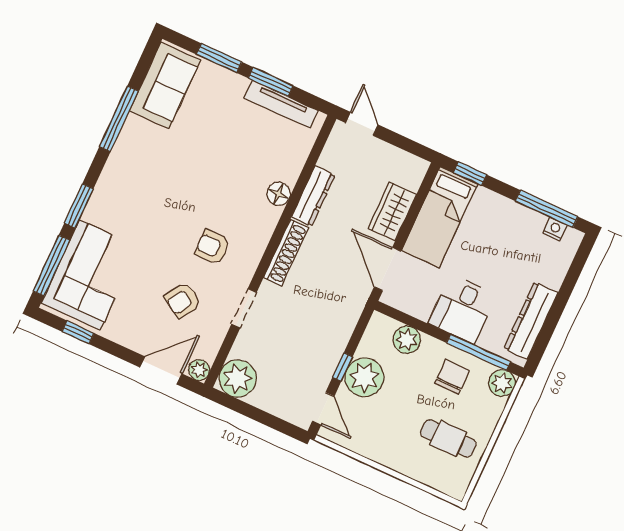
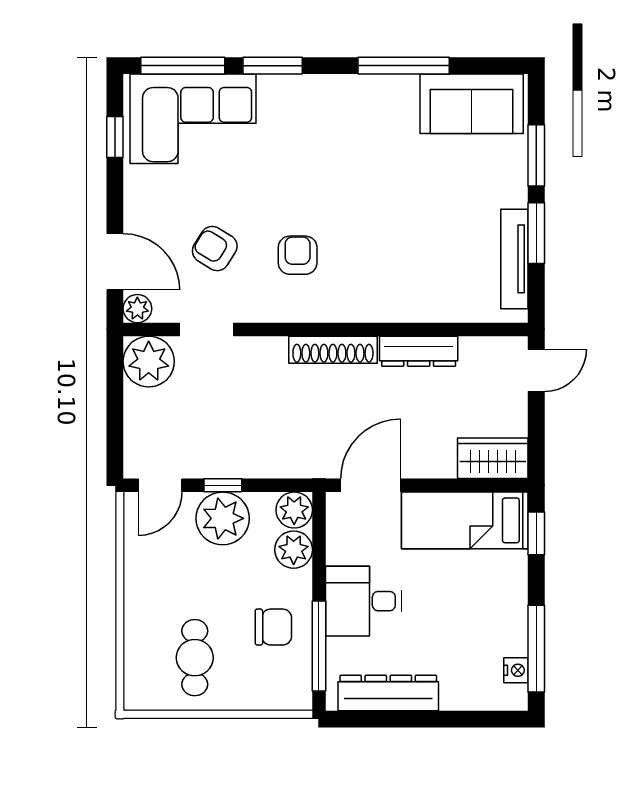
floor lamp: (279, 194) -> (402, 307), removed
wardrobe: (392, 211) -> (493, 458), moved
doorway: (244, 308) -> (207, 329), moved
plant: (502, 383) -> (294, 510), moved

